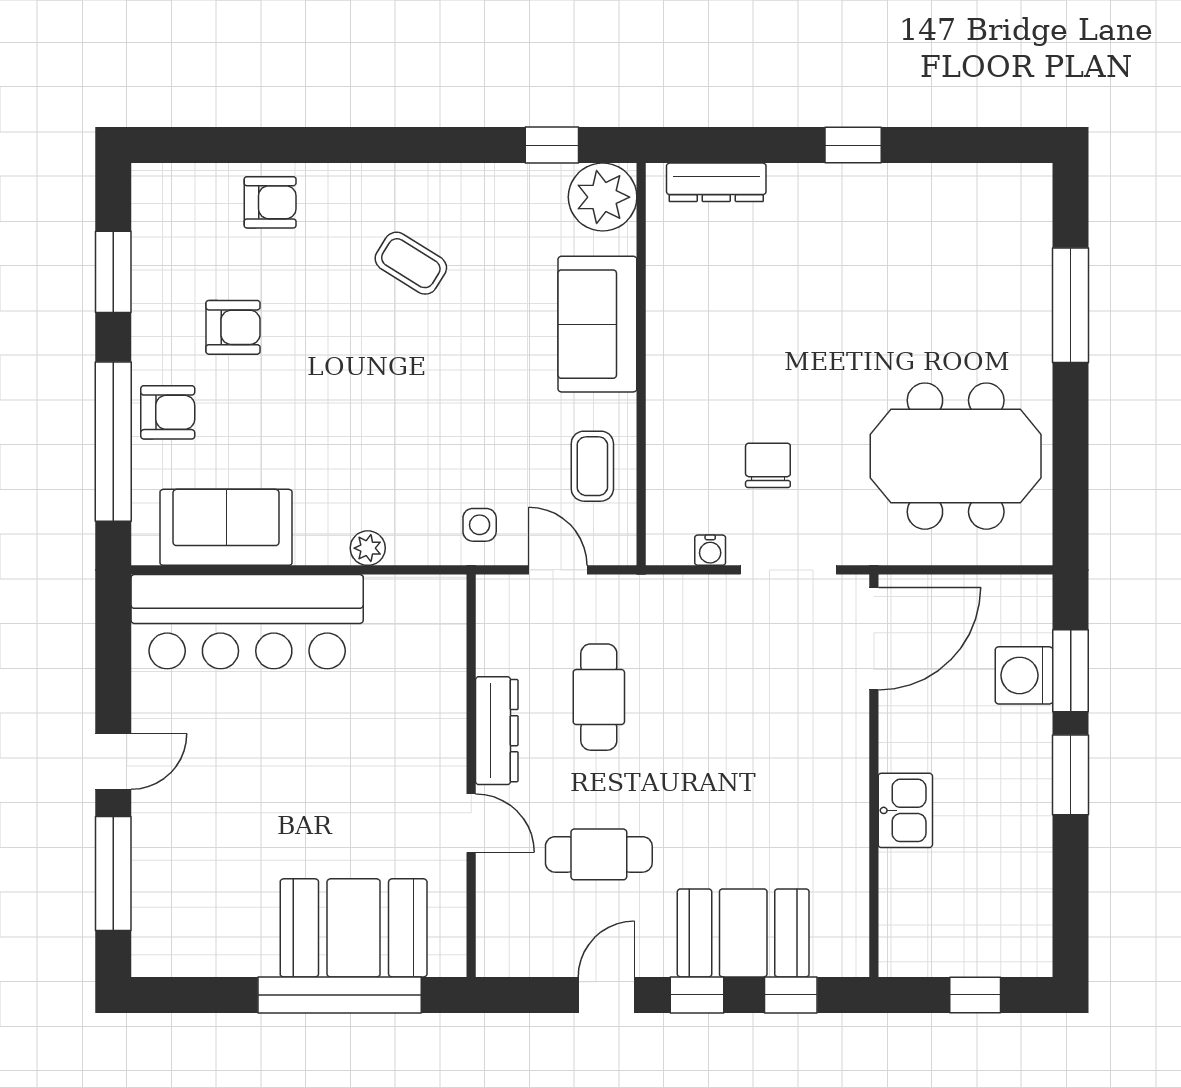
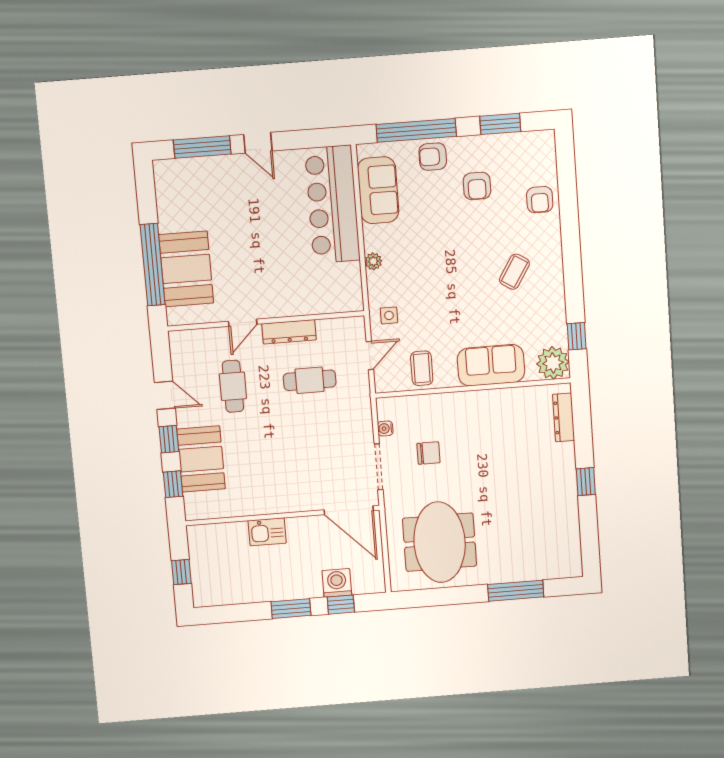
armchair: (168, 412) -> (433, 157), turned 90
coffee table: (592, 466) -> (422, 368), turned 90
window: (1071, 671) -> (341, 605), width x0.67

